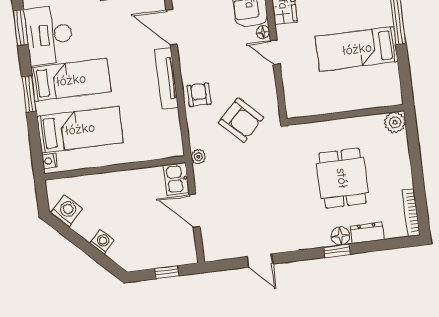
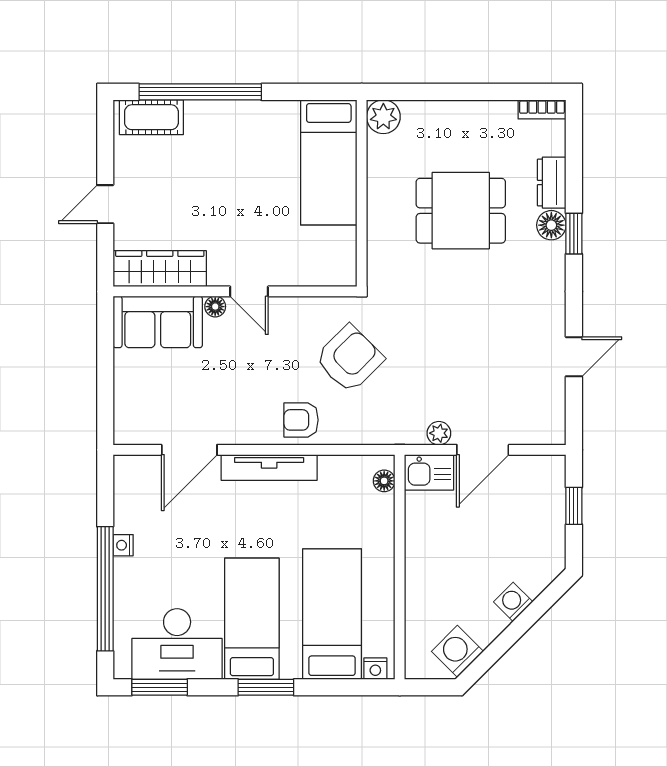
bed: (357, 49) -> (329, 162), moved
door: (275, 52) -> (249, 291), hinge flipped
floor lamp: (167, 152) -> (384, 481), added
plant: (198, 157) -> (439, 433), moved
bookcase: (411, 212) -> (542, 109), width x0.64

